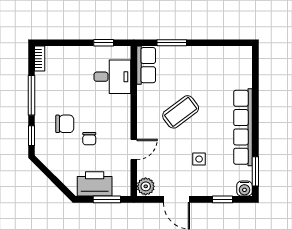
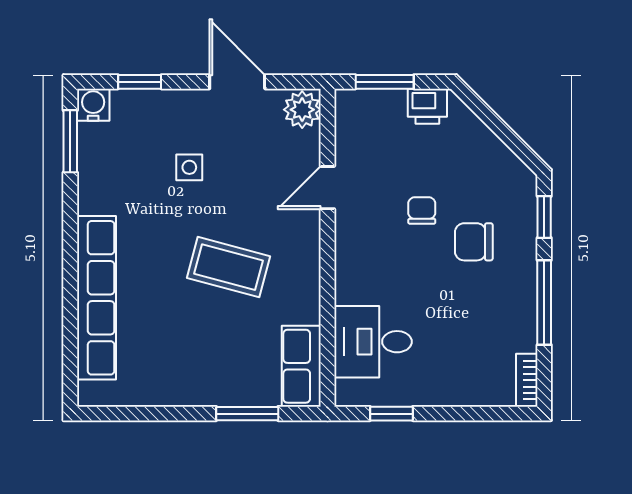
coffee table: (181, 112) -> (228, 267), turned 52
row of seats: (243, 127) -> (96, 298), moved
printer: (95, 184) -> (427, 106), width x0.53, depth x0.68

